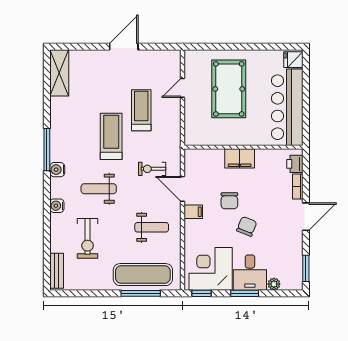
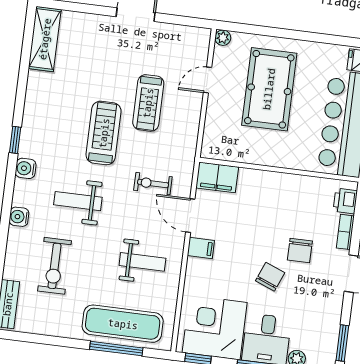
plant: (190, 55) -> (223, 38), added
treadmill: (141, 110) -> (148, 103), turned 180
window: (47, 150) -> (15, 140), width x0.46
filing cabinet: (240, 158) -> (217, 177), moved
chair: (229, 201) -> (300, 250), moved

